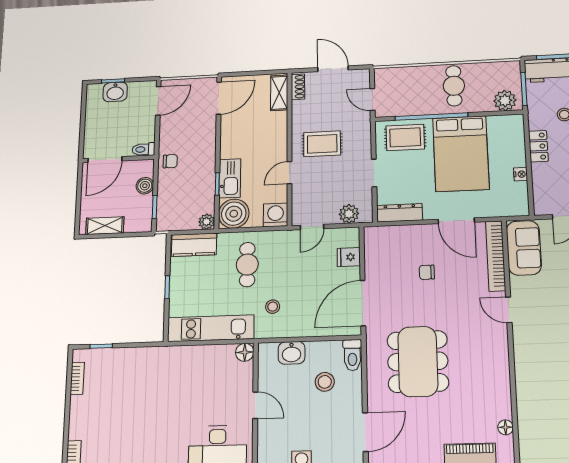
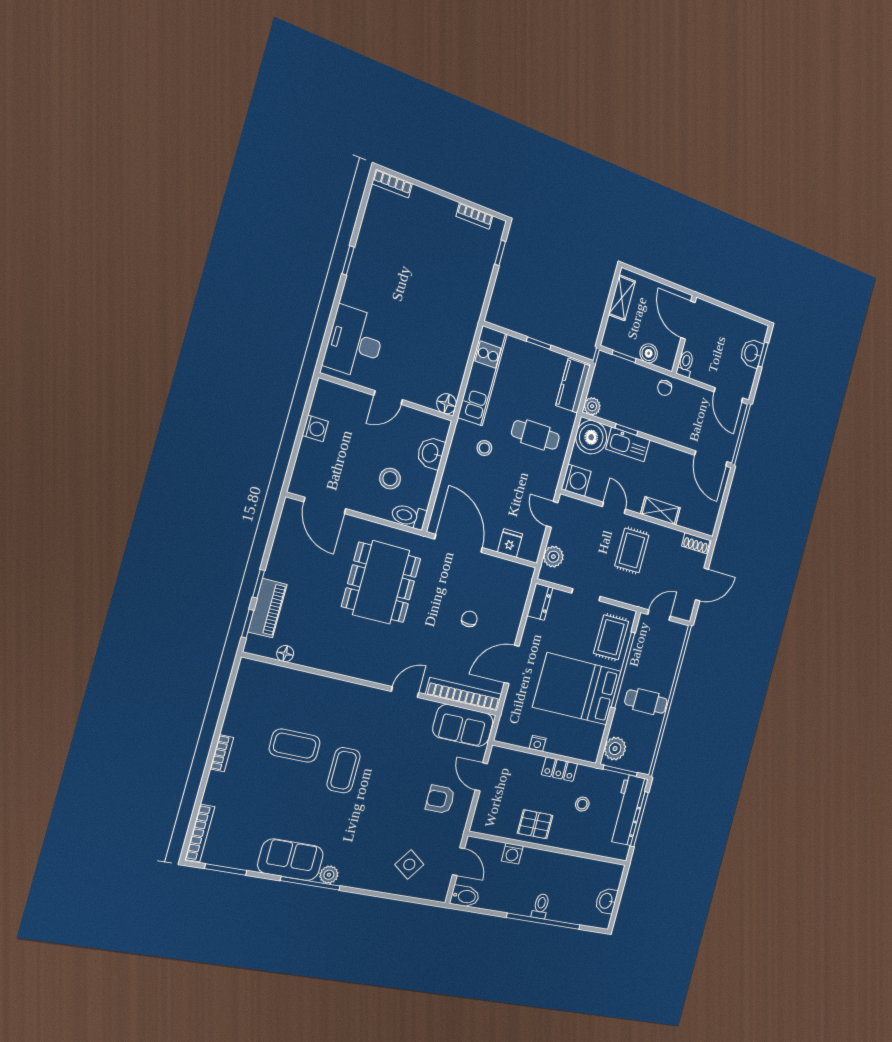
shelving: (279, 93) -> (660, 511), moved
dresser: (400, 213) -> (540, 602), width x0.70
dining table: (418, 361) -> (381, 582), turned 90

